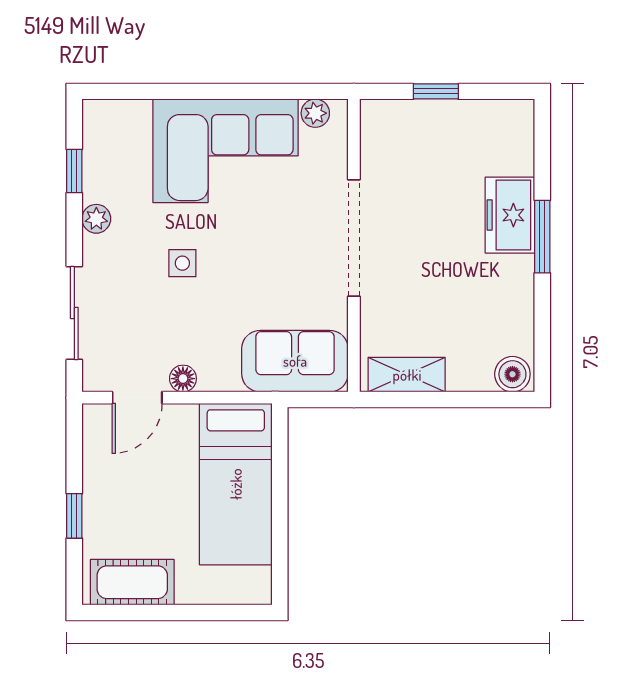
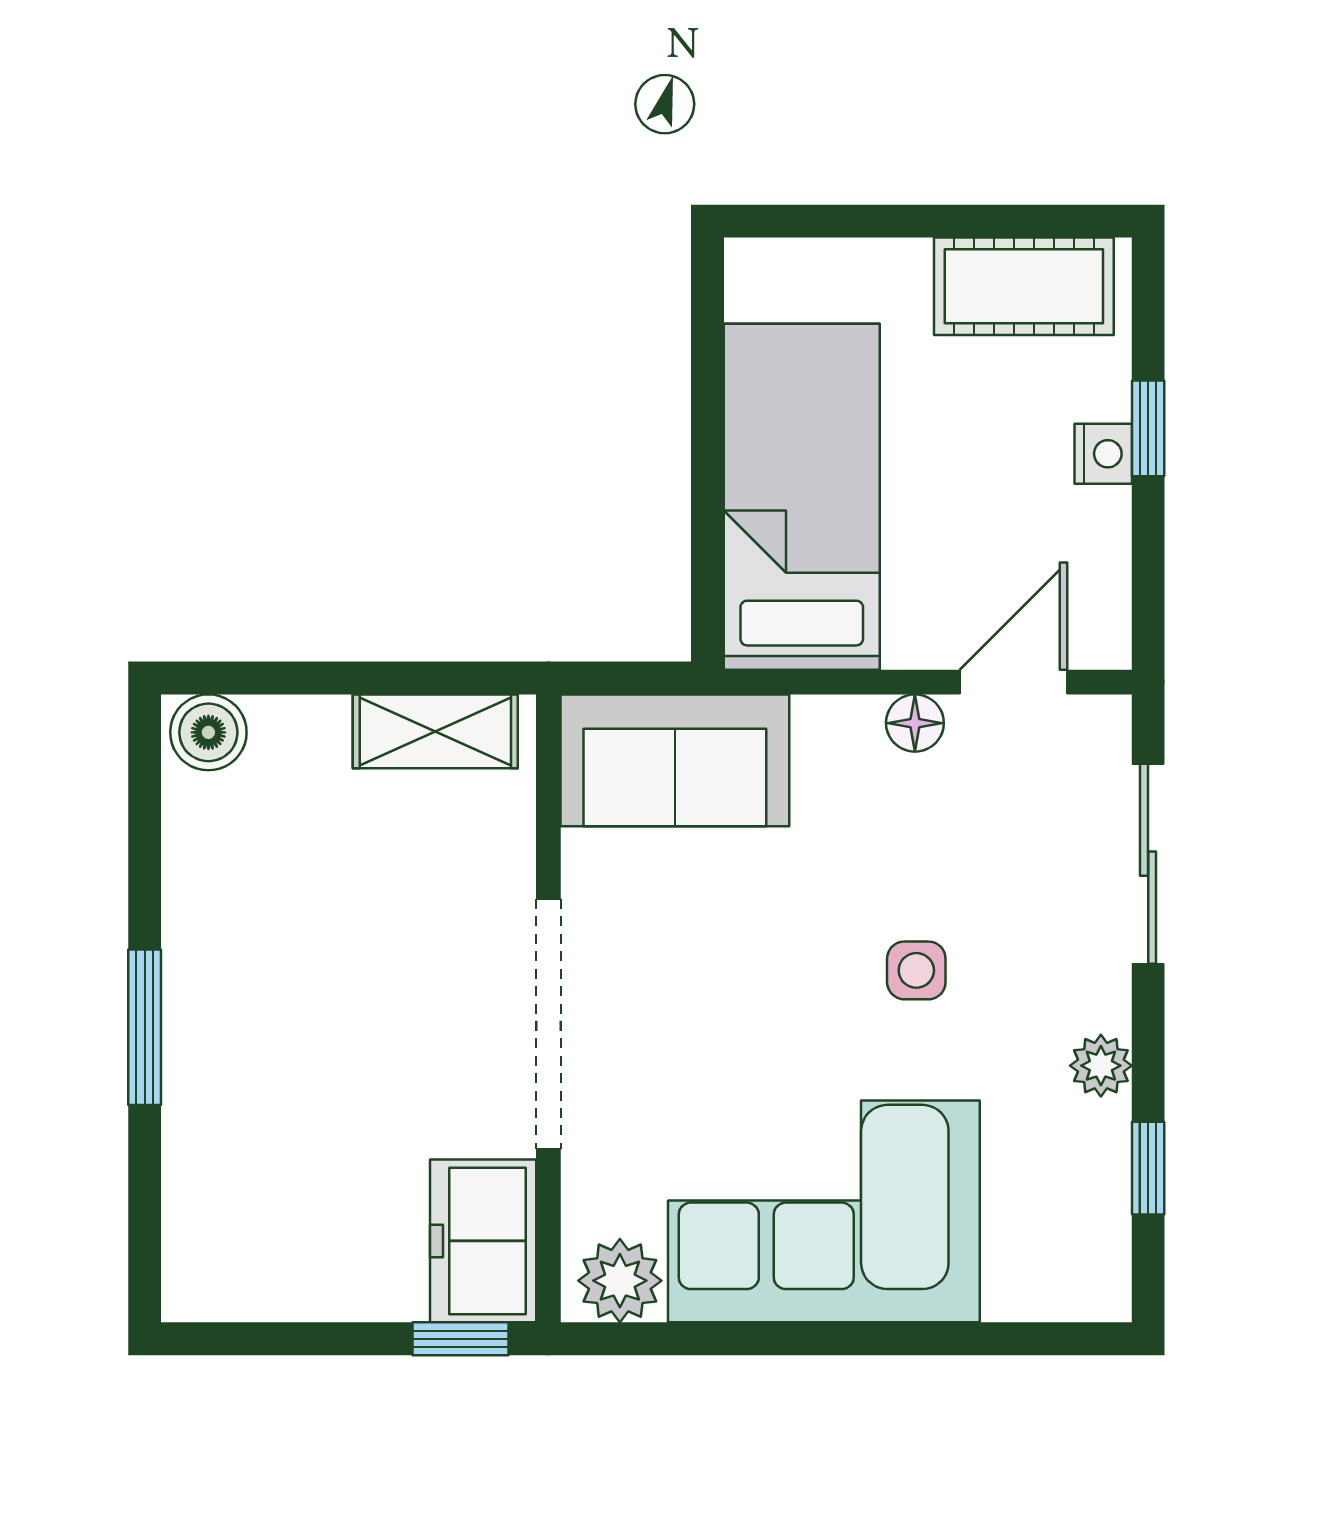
window: (436, 91) -> (461, 1339), moved
plant: (315, 113) -> (620, 1281), width x1.38, depth x1.38
freezer: (510, 215) -> (483, 1241), moved, turned 180
nightstand: (95, 504) -> (1103, 454), added

